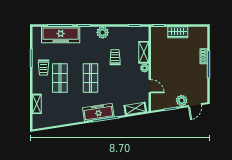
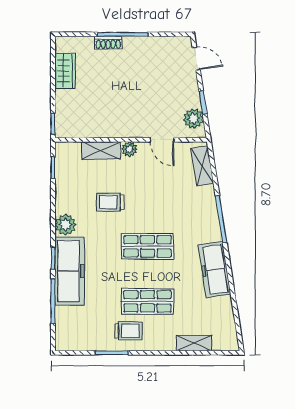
wardrobe: (178, 32) -> (65, 71), moved
freezer: (61, 35) -> (70, 271), moved
door: (150, 86) -> (162, 140), swing flipped
plant: (182, 101) -> (193, 119), moved
freezer: (98, 112) -> (215, 270), moved

